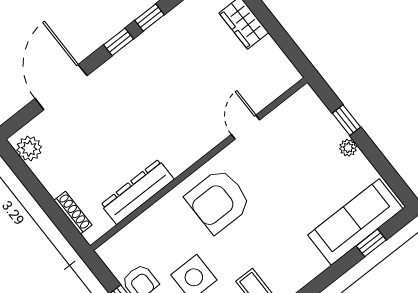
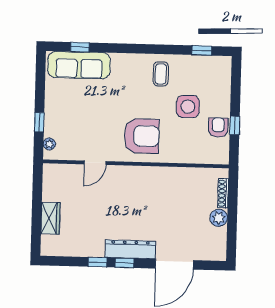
plant: (29, 148) -> (219, 218), moved
plant: (348, 148) -> (49, 144), moved
dresser: (138, 192) -> (130, 249), moved, turned 180

